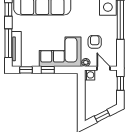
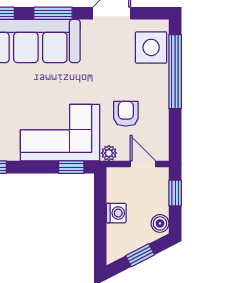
window: (48, 70) -> (71, 167), moved
washing machine: (90, 75) -> (116, 213), moved
boiler: (113, 99) -> (160, 223), added

